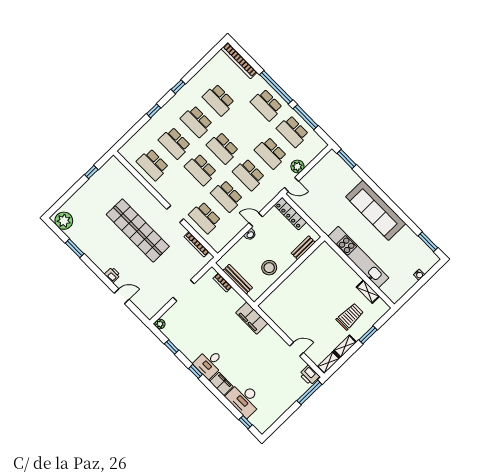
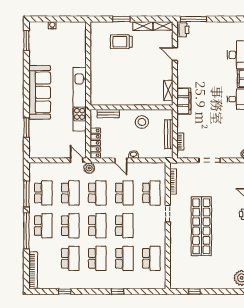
window: (178, 87) -> (65, 291), moved
school desk: (245, 126) -> (70, 226), added
window: (347, 159) -> (26, 128), moved
plant: (297, 166) -> (89, 168), moved
kitchen unit: (358, 257) -> (80, 99), moved
shelving: (368, 292) -> (168, 90), moved

